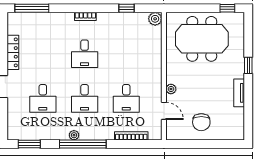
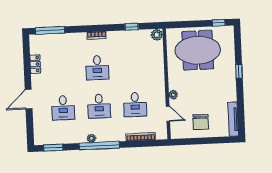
locker: (13, 52) -> (35, 64), width x0.66
tv unit: (239, 93) -> (233, 119), moved, width x1.41

